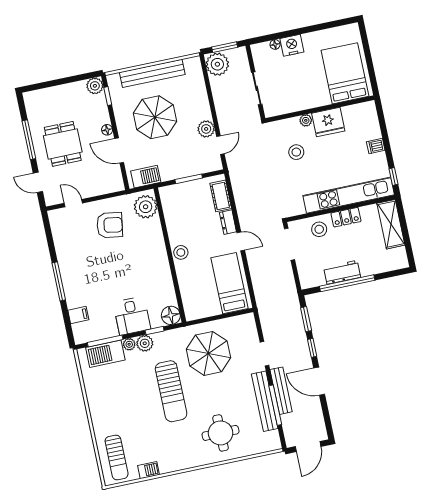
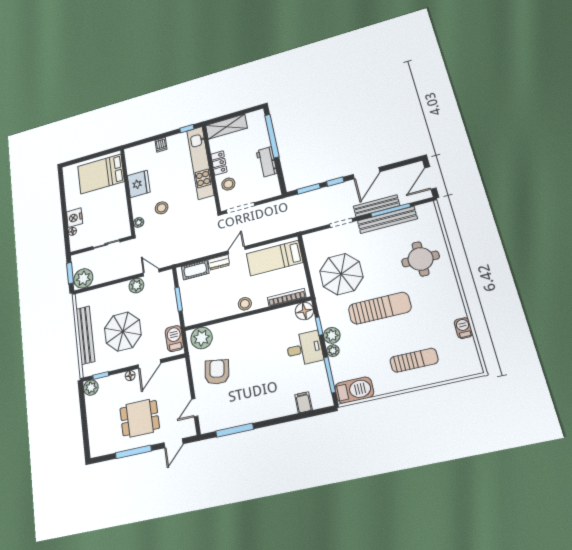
plant: (306, 120) -> (139, 222), moved
window: (59, 281) -> (235, 430), moved
window: (347, 283) -> (272, 136), moved
bookcase: (186, 297) -> (287, 297), added
barbecue: (105, 354) -> (354, 390), moved, turned -90
door: (308, 447) -> (430, 178), swing flipped
sun lounger: (117, 457) -> (414, 360), moved

